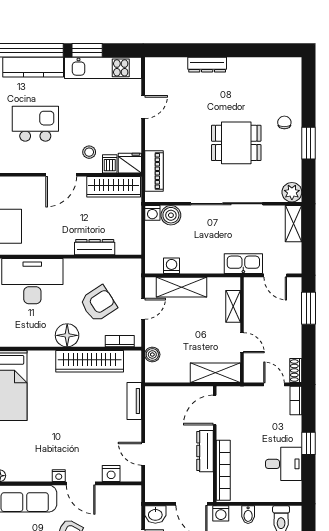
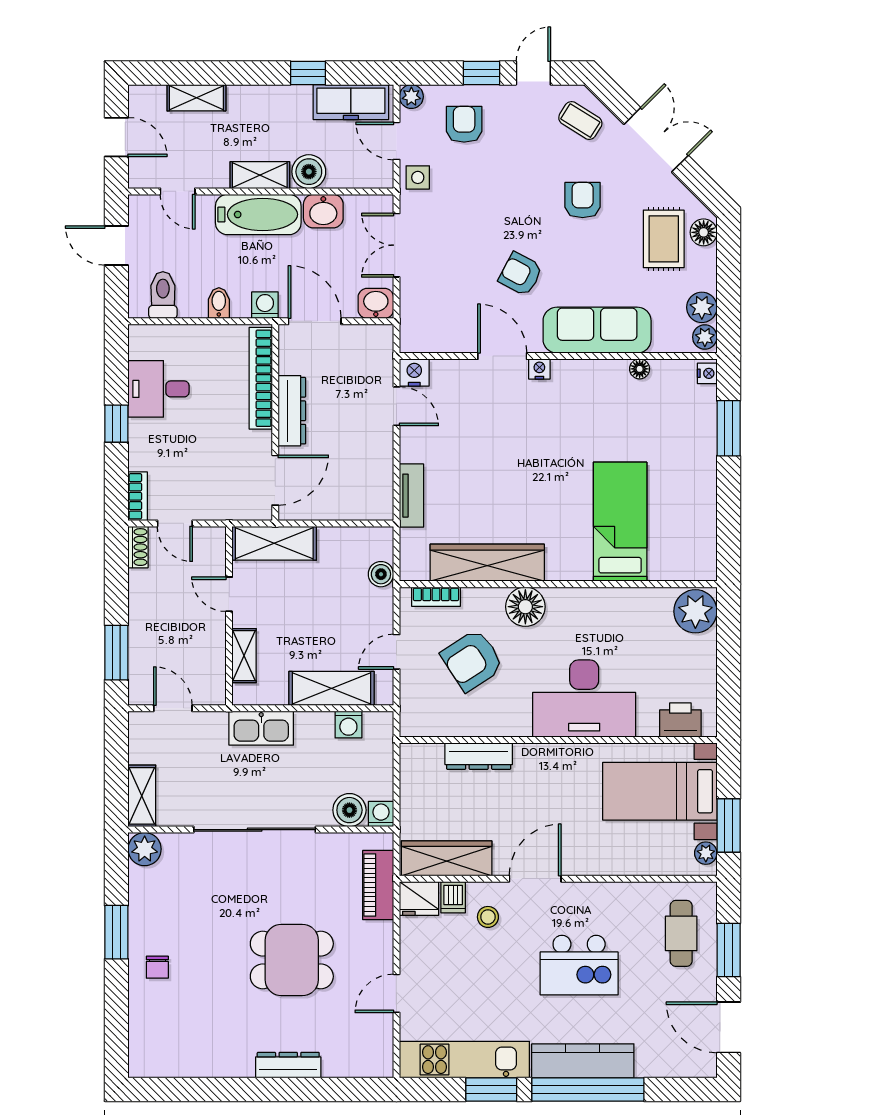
dining table: (236, 143) -> (292, 960), moved
kitchen sink: (243, 264) -> (261, 728), moved
nightstand: (111, 474) -> (414, 373), moved

